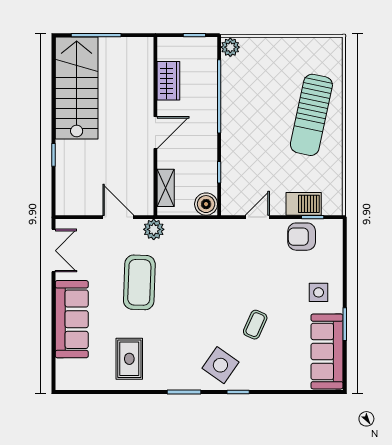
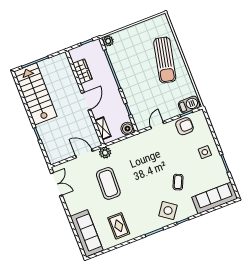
barbecue: (304, 204) -> (189, 105), moved
armchair: (302, 237) -> (184, 126), turned 180
sofa: (72, 319) -> (87, 233), moved
sofa: (327, 351) -> (215, 198), moved, turned 90

